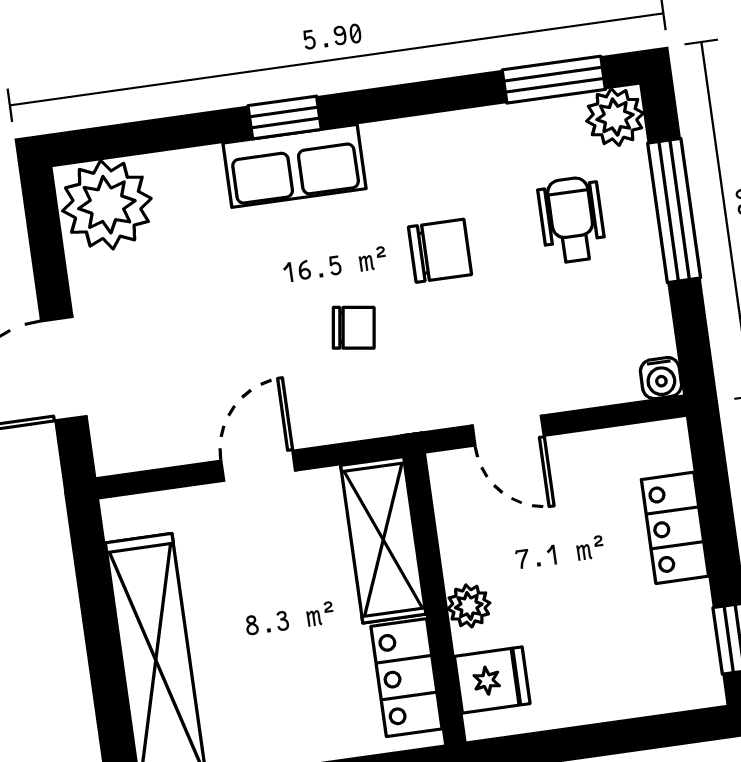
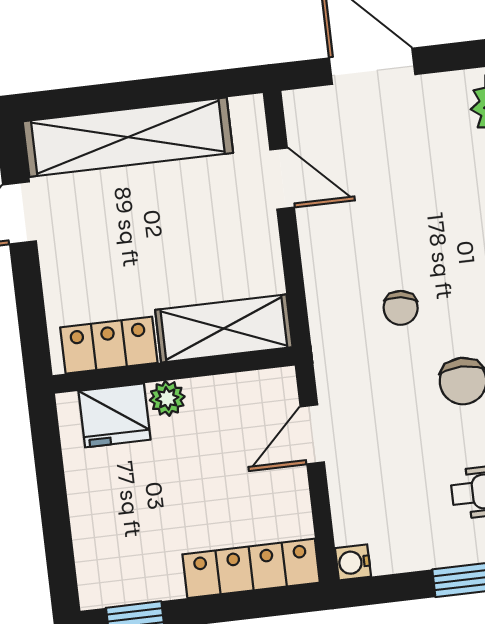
door: (258, 466) -> (282, 179), moved
locker: (675, 528) -> (251, 568), width x1.53
fridge: (492, 680) -> (114, 415), width x1.38

